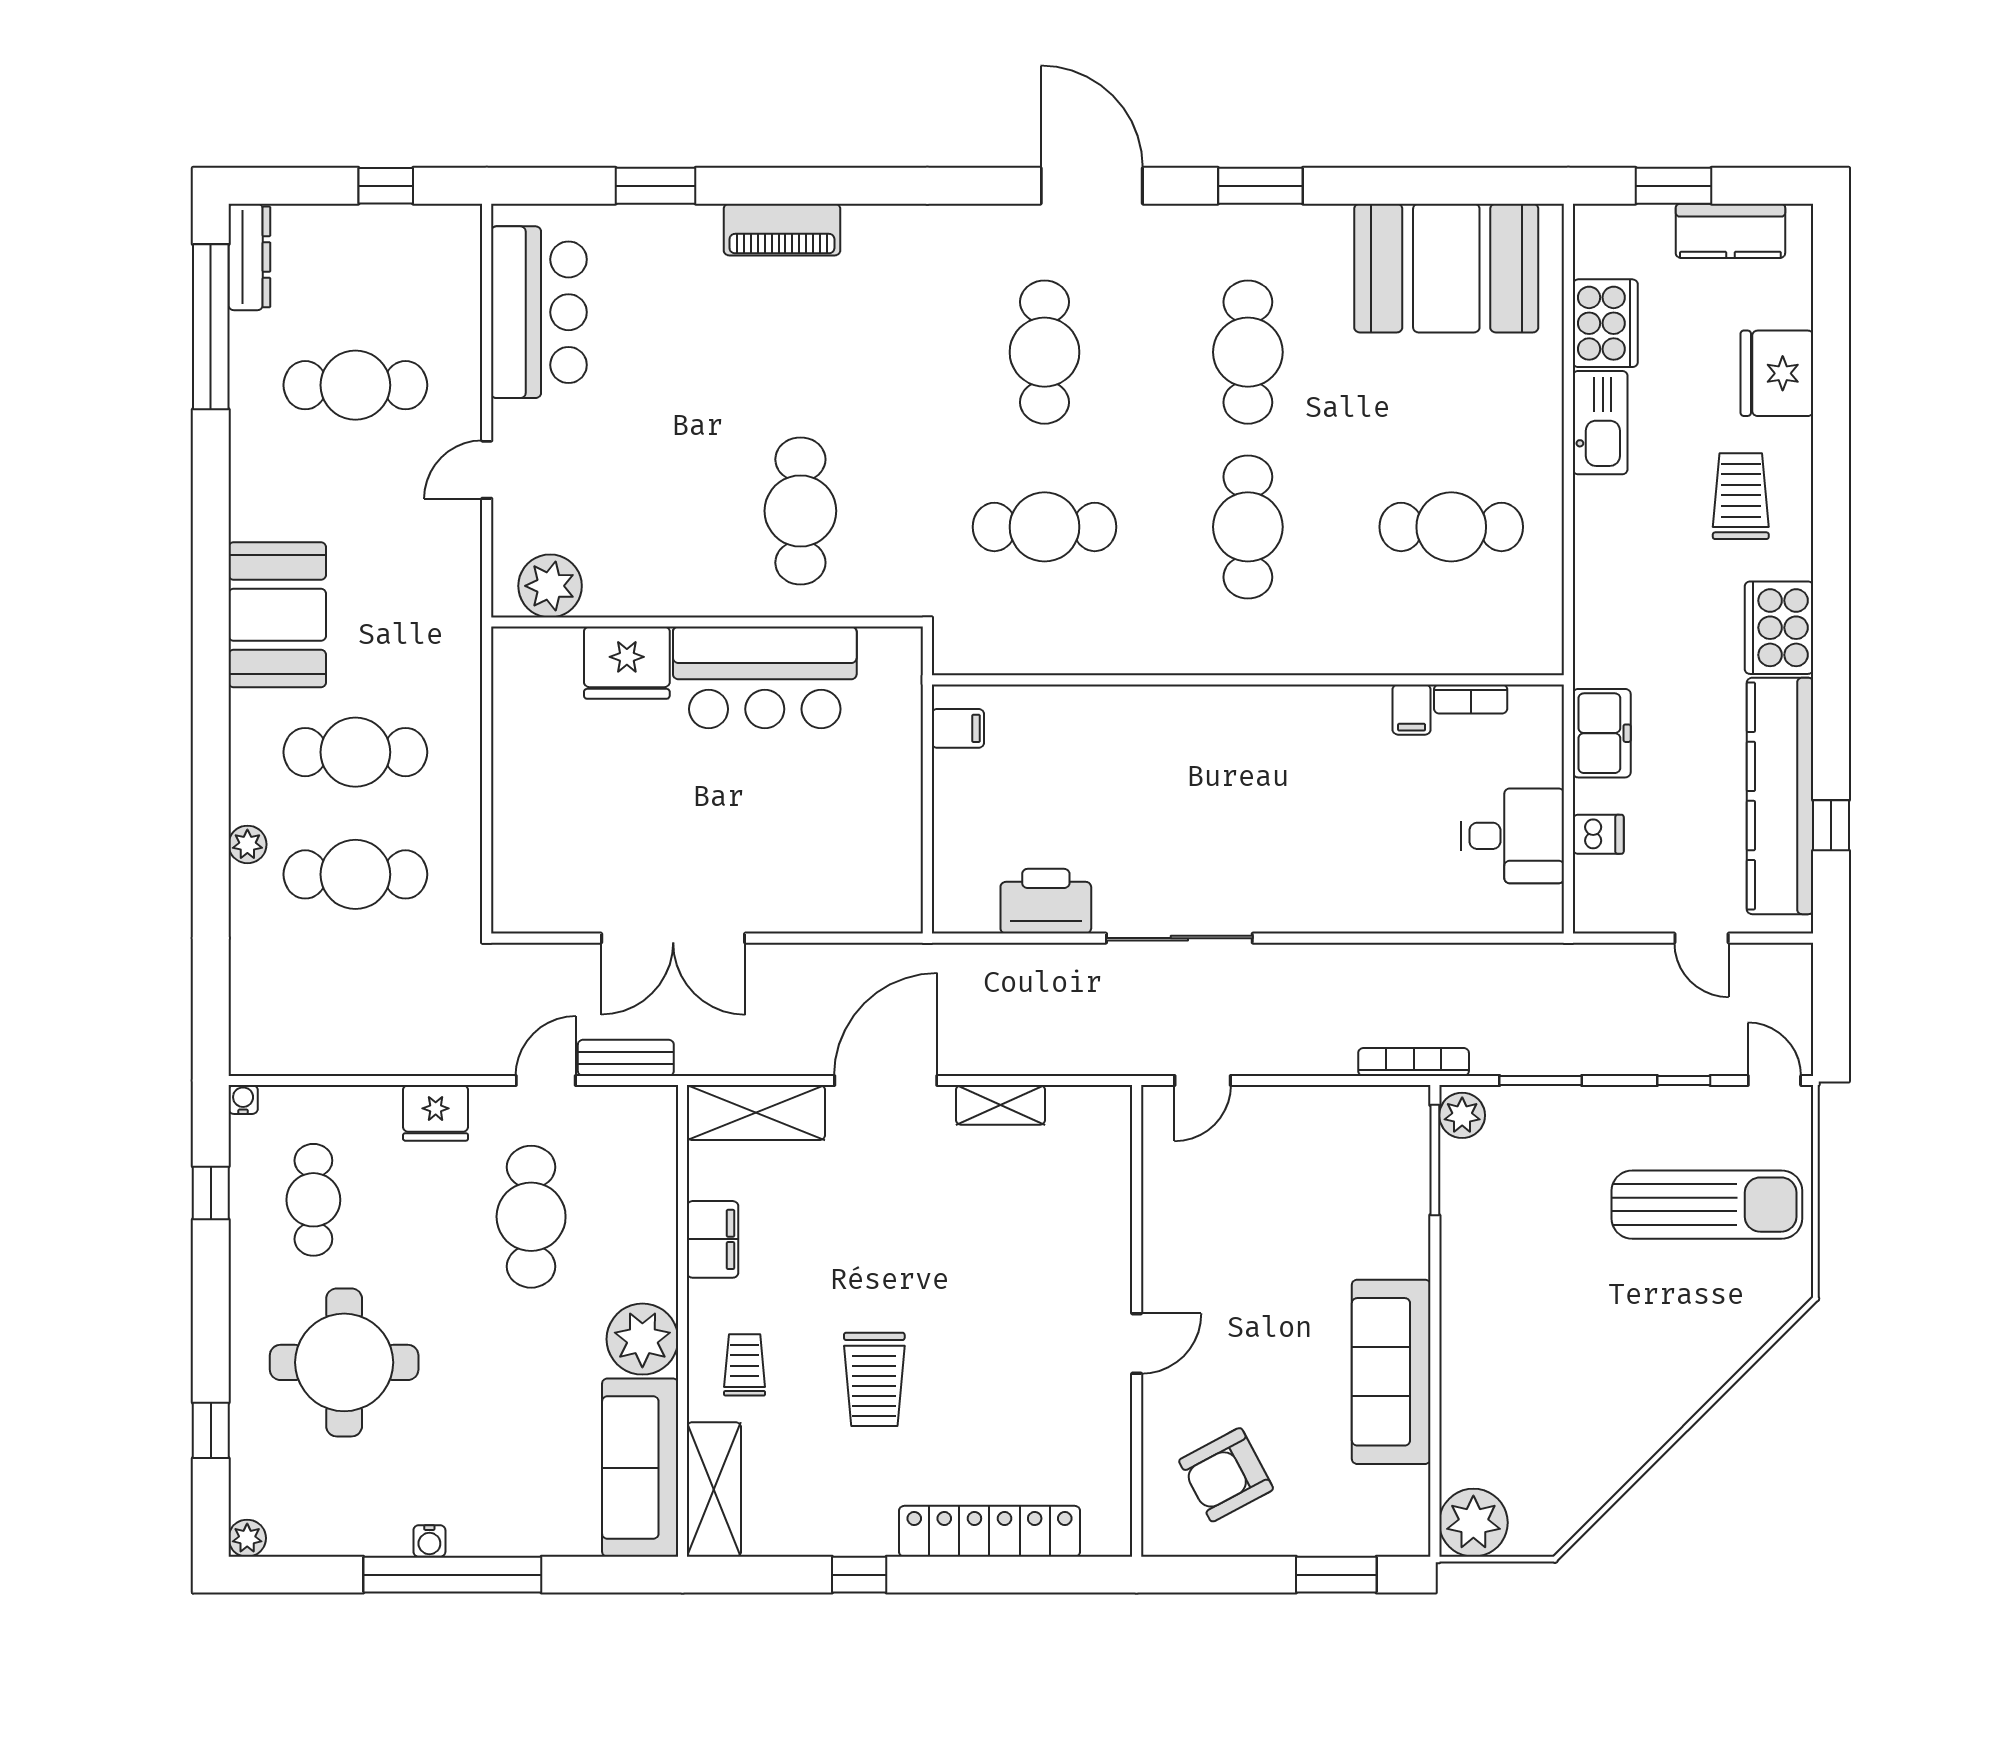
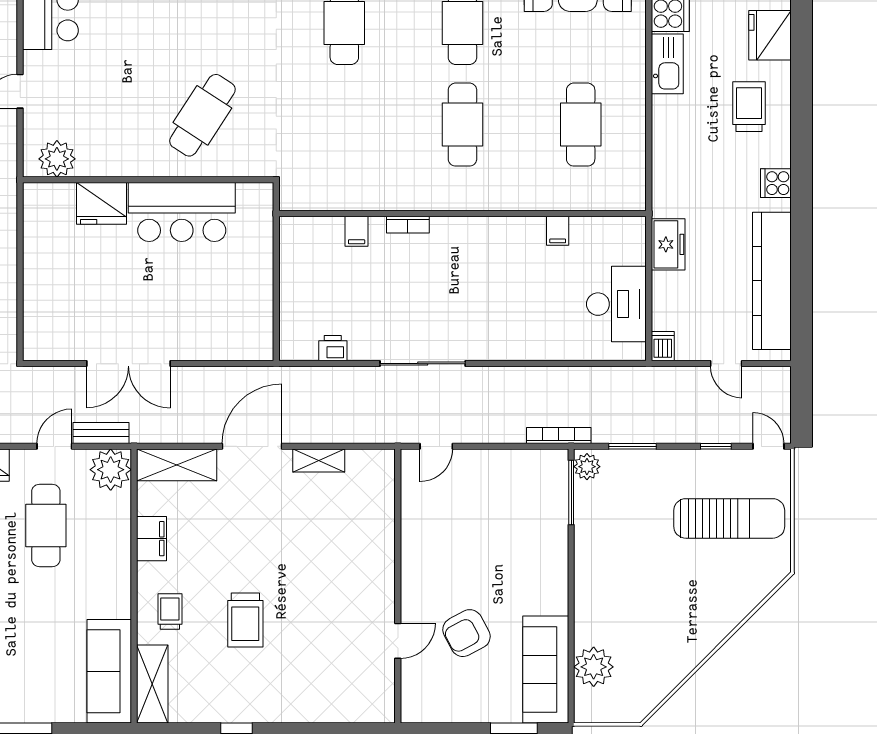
cafe table: (800, 511) -> (202, 115), turned 33
cafe table: (1044, 527) -> (344, 125), removed
cafe table: (1451, 527) -> (581, 125), turned 90
cooker: (1779, 628) -> (776, 183), width x0.53, depth x0.76
bookcase: (1471, 699) -> (408, 225), moved
filing cabinet: (958, 728) -> (357, 231), moved, turned 90
window: (1831, 825) -> (801, 298), removed
dishwasher: (1598, 834) -> (663, 346), moved, turned -90
desk: (1513, 836) -> (616, 304), width x1.37
printer: (1046, 901) -> (333, 348), width x0.53, depth x0.68
plant: (642, 1339) -> (111, 470), moved
door: (1137, 1344) -> (398, 641), moved
sofa: (1391, 1372) -> (546, 669), moved
armchair: (1226, 1475) -> (466, 633), moved
plant: (1473, 1523) -> (594, 667), moved
locker: (989, 1531) -> (312, 708), removed

